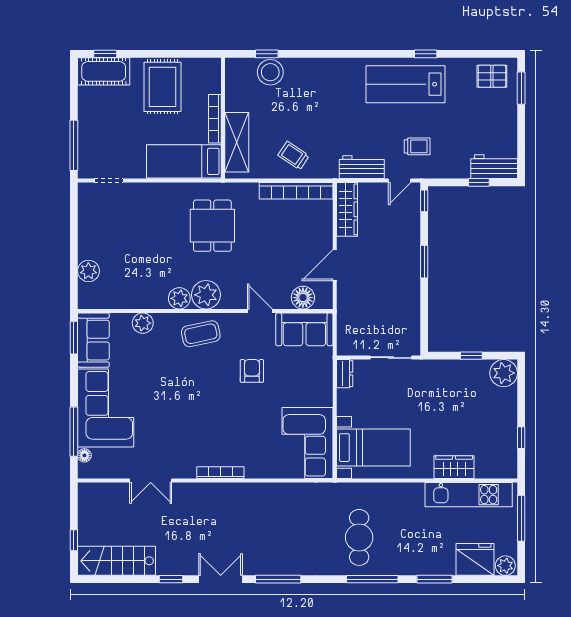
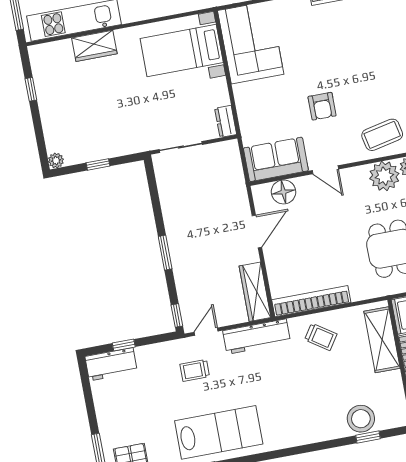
workbench: (362, 167) -> (257, 337), width x1.38
plant: (504, 373) -> (56, 161), width x0.53, depth x0.53

